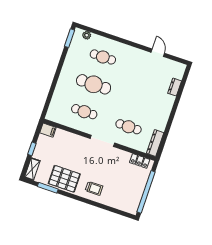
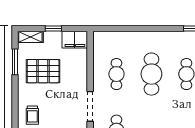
filing cabinet: (48, 130) -> (75, 40), width x2.00
pallet: (64, 179) -> (43, 71), moved, turned 90

